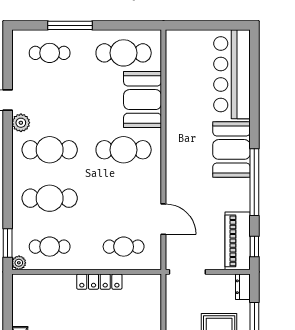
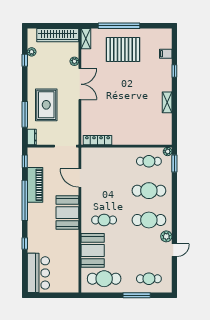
bar counter: (232, 74) -> (38, 273), width x0.73
window: (254, 111) -> (25, 244), added
booth: (231, 149) -> (67, 213), moved
cafe table: (124, 150) -> (104, 220), width x0.73, depth x0.74
piano: (238, 241) -> (35, 185), moved
cafe table: (124, 247) -> (104, 161), removed
locker: (99, 282) -> (98, 140), moved

